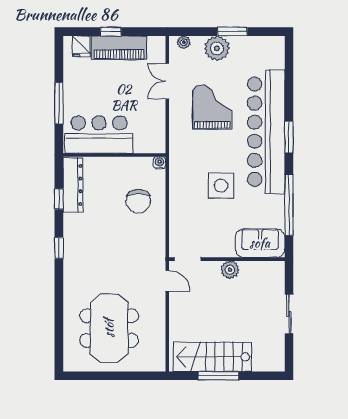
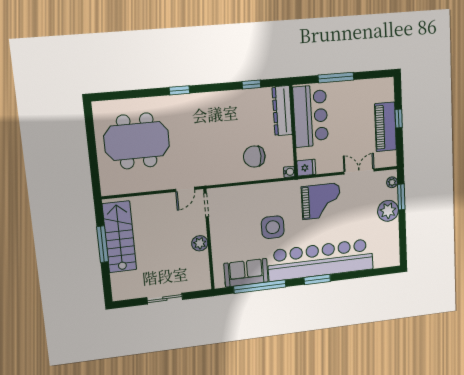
window: (232, 32) -> (401, 197), moved
fridge: (81, 46) -> (306, 168), moved, turned 180
grand piano: (212, 107) -> (321, 201), moved
dresser: (73, 185) -> (282, 111), moved, turned 90
sofa: (260, 243) -> (246, 273), moved, turned -90
window: (59, 248) -> (179, 90), moved

